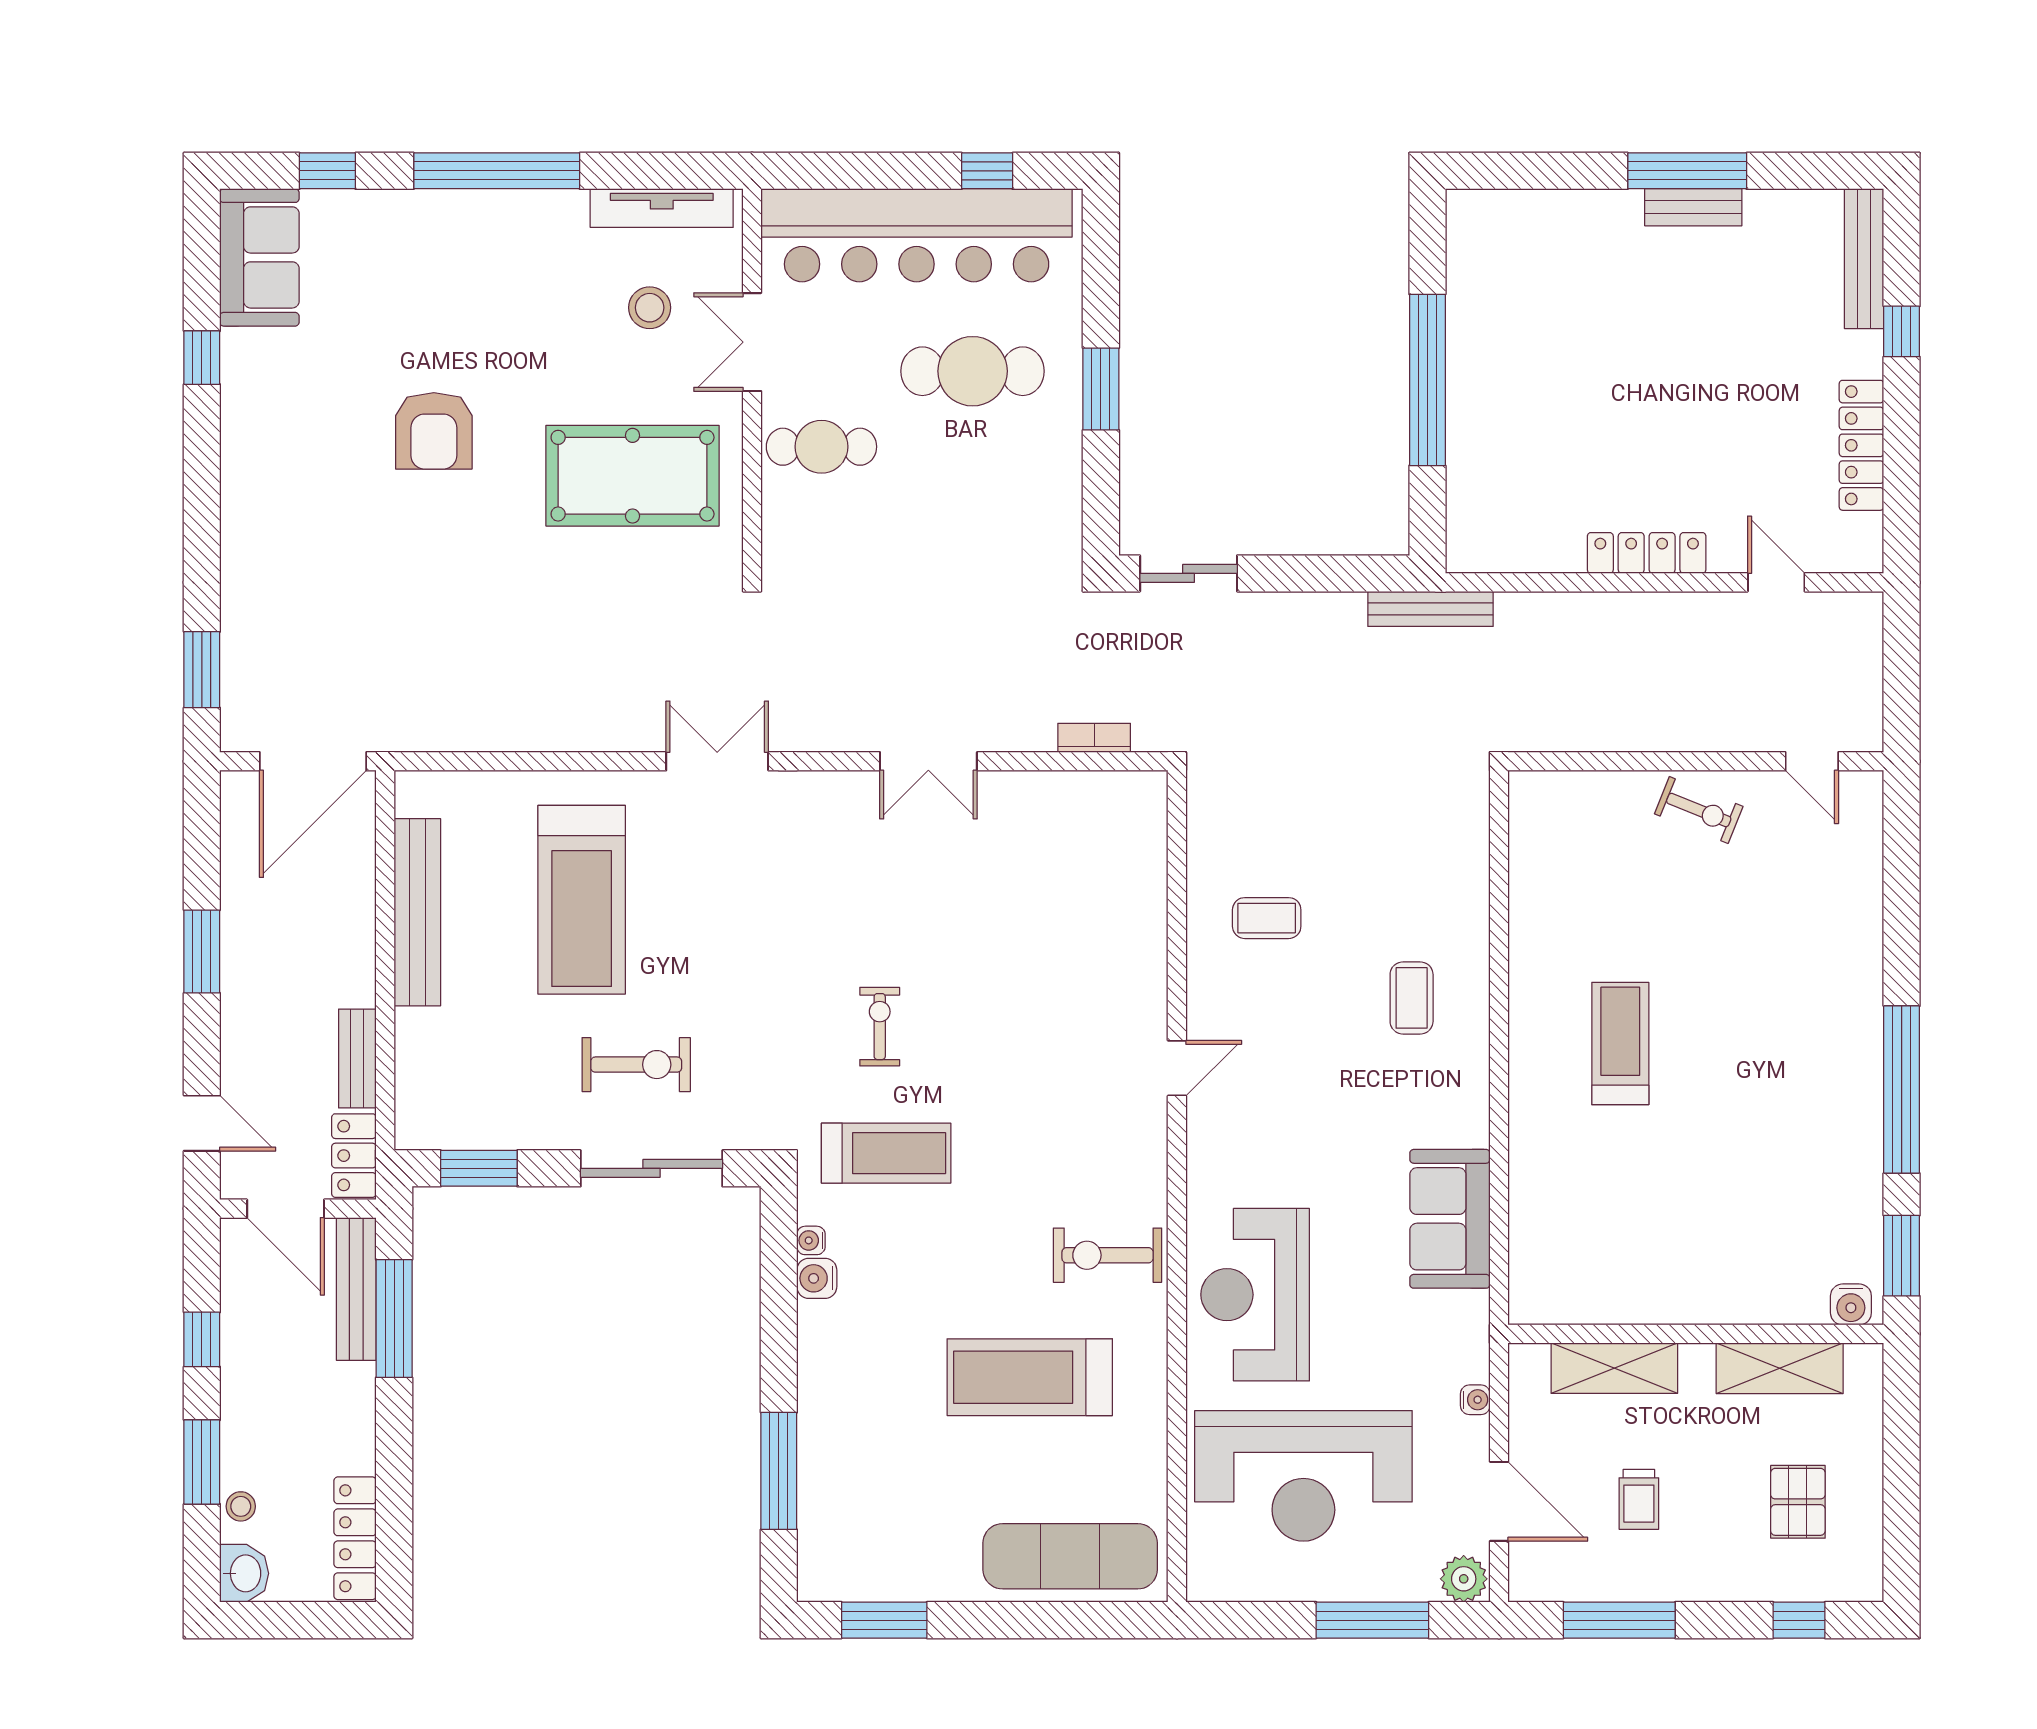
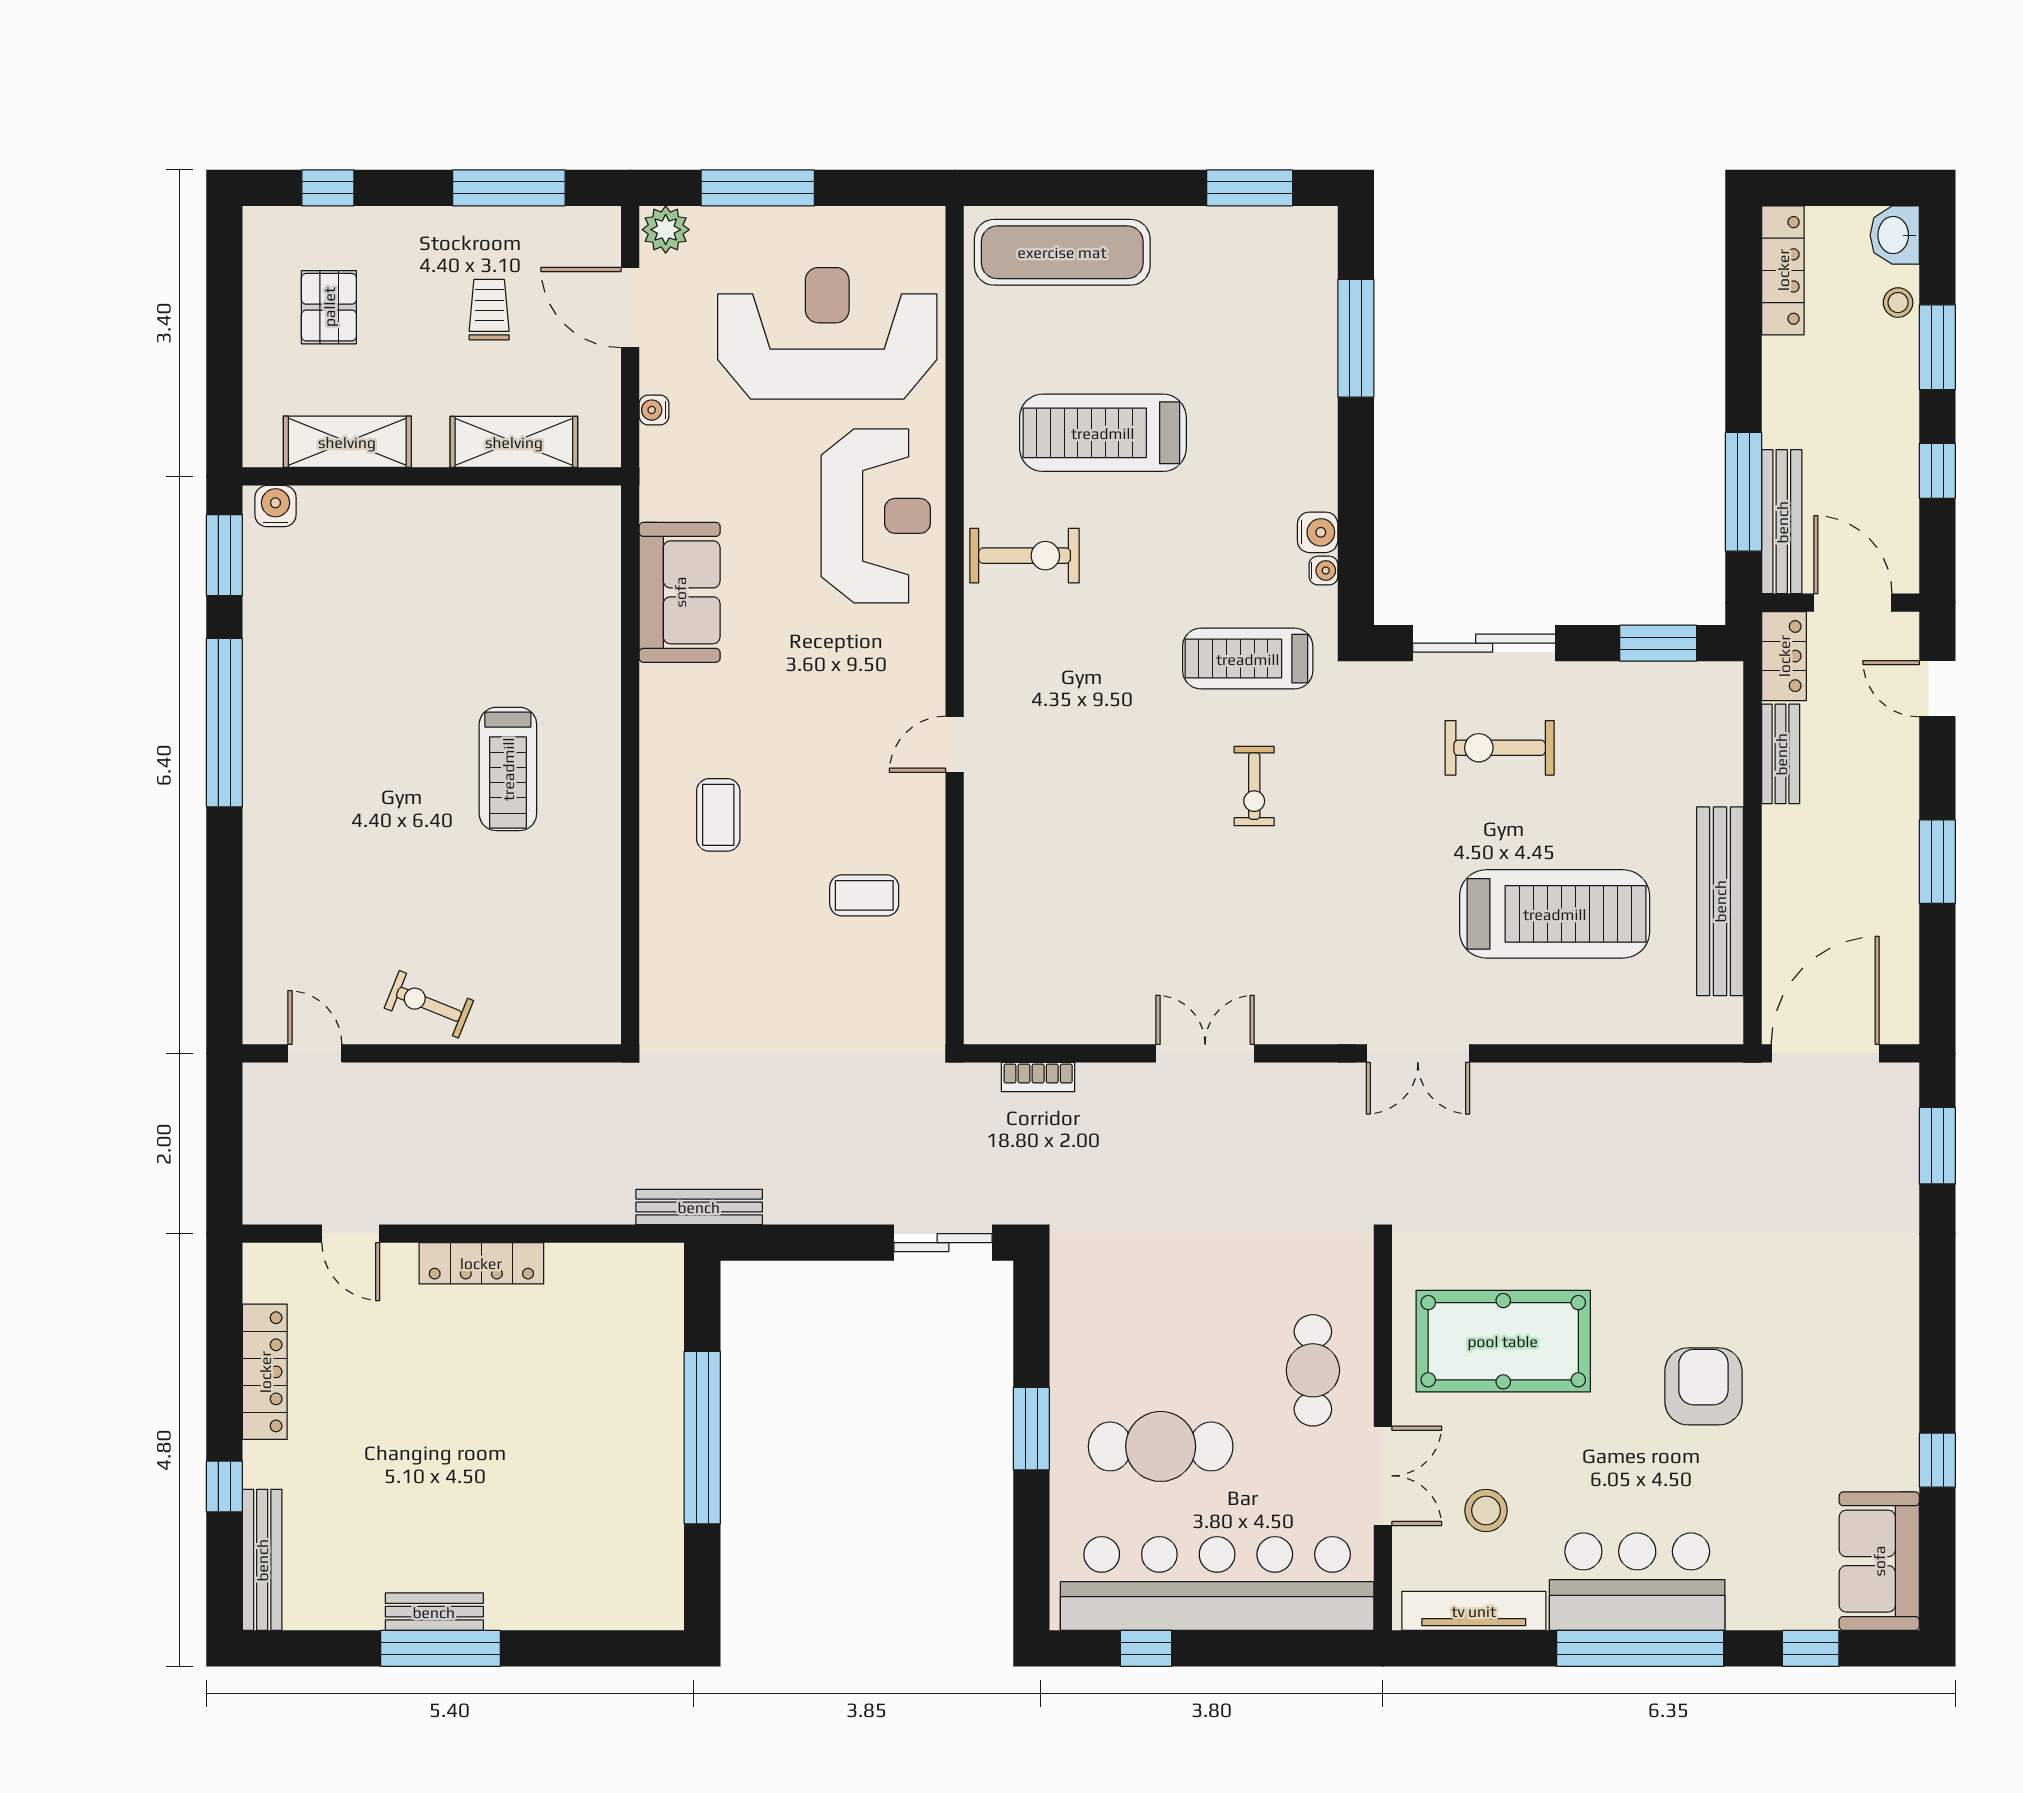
bar counter: (500, 237) -> (1637, 1582), added
cafe table: (821, 447) -> (1313, 1370), turned 90
treadmill: (582, 900) -> (1555, 914), turned 90
treadmill: (1030, 1377) -> (1103, 433), turned 180

